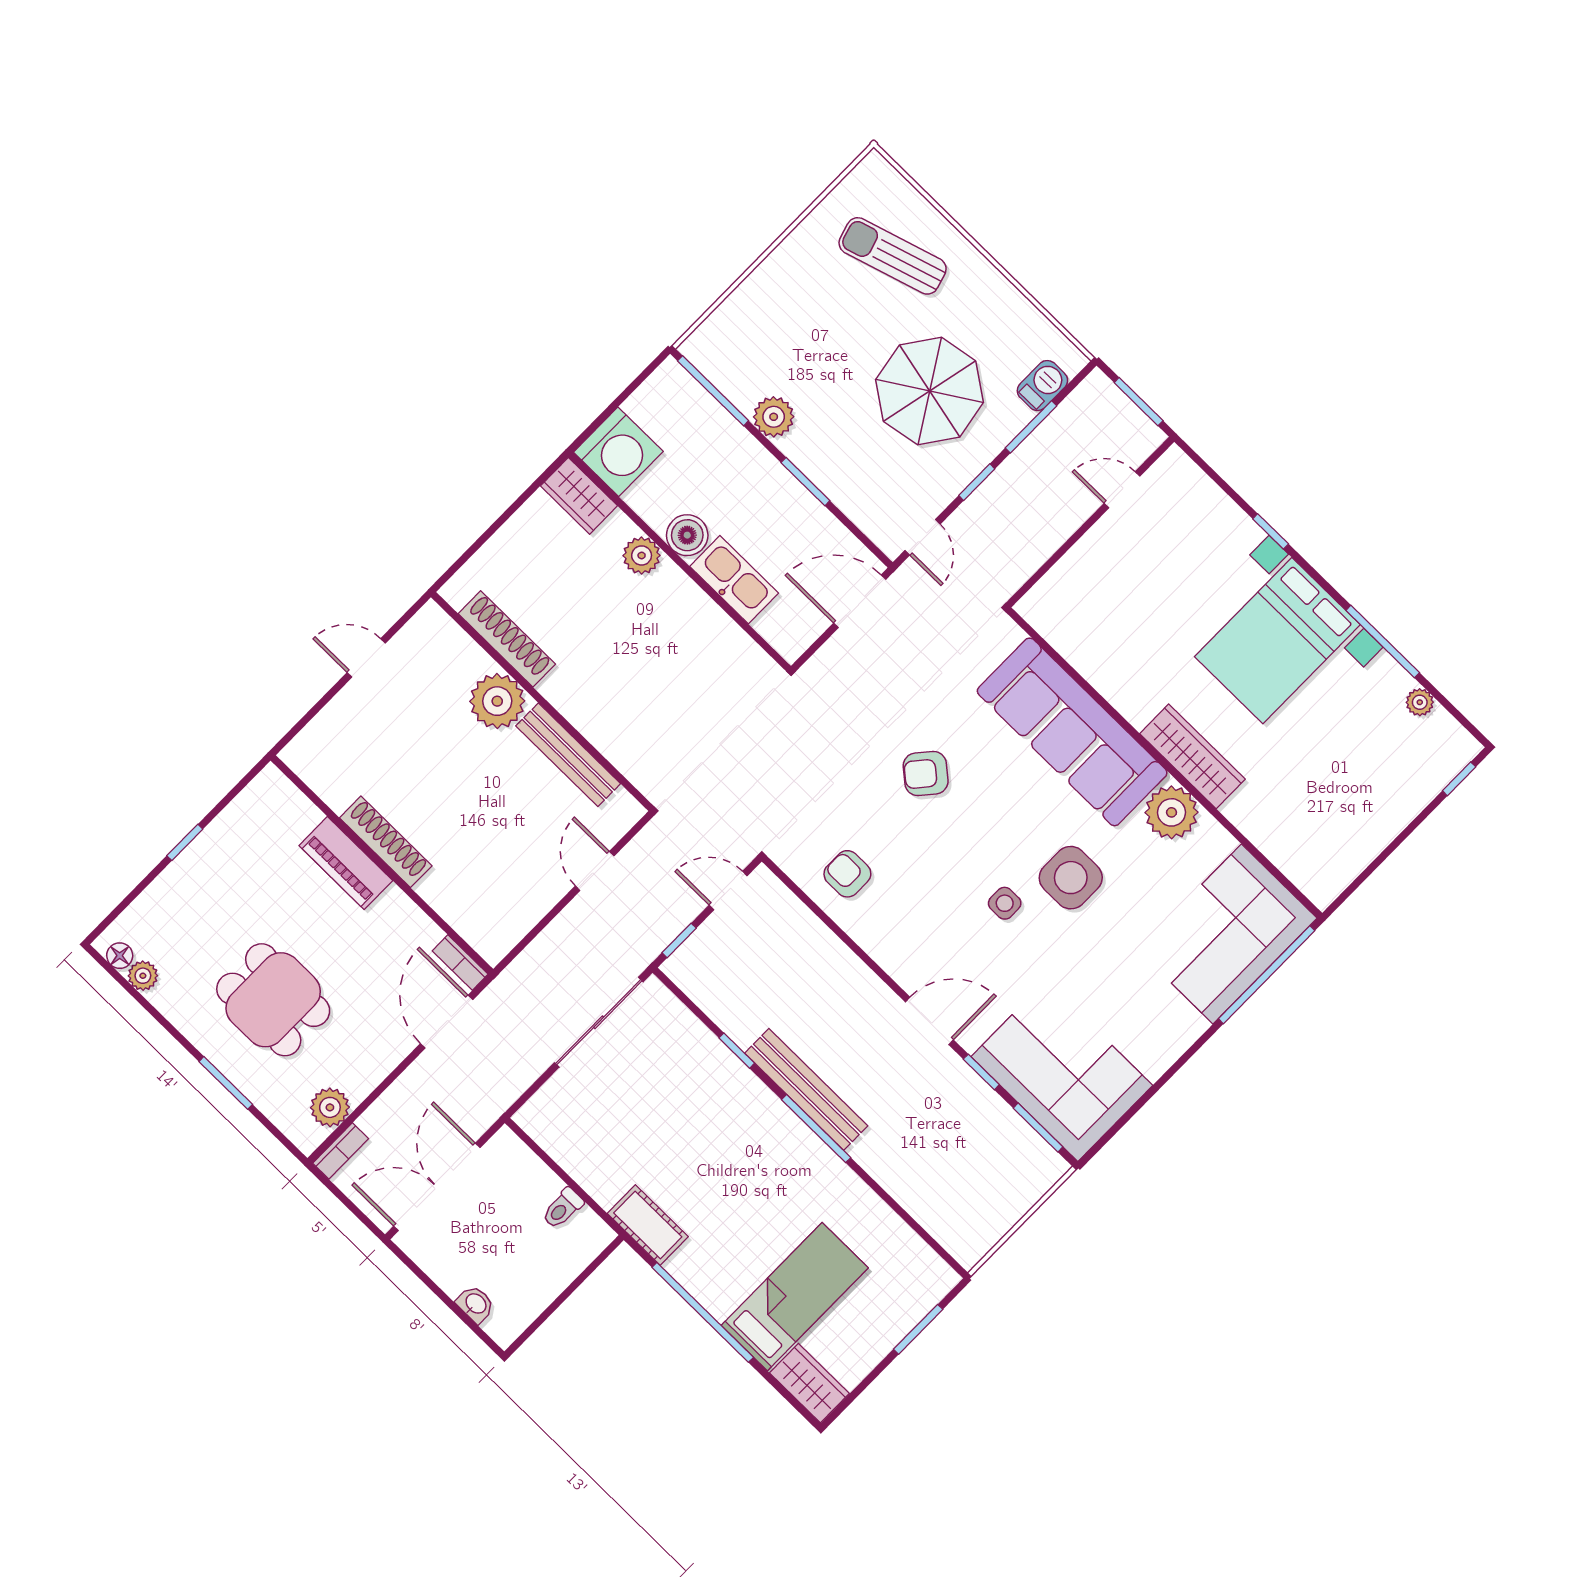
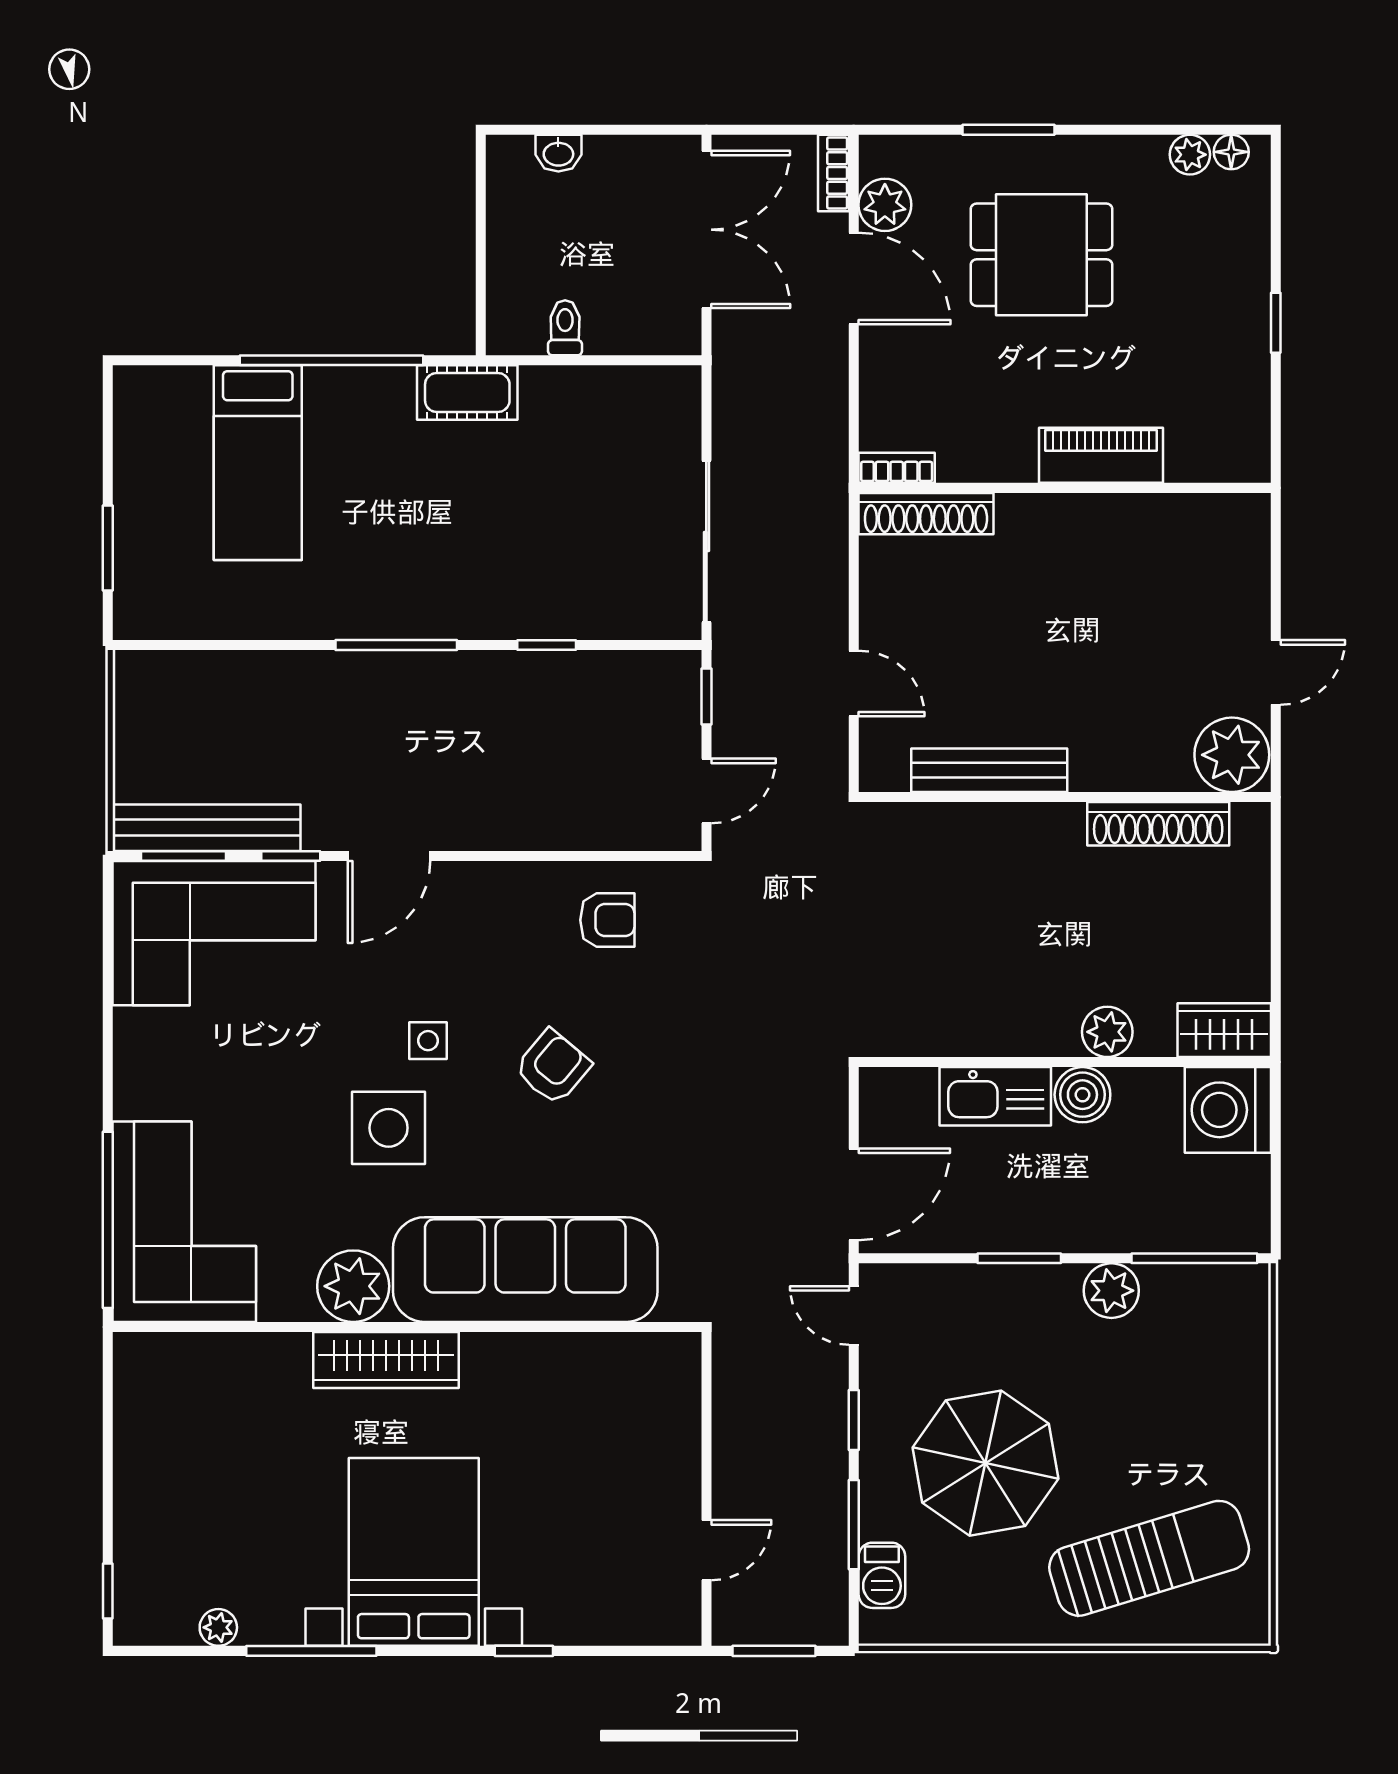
sun lounger: (893, 256) -> (1149, 1558), width x1.36, depth x1.34
plant: (497, 701) -> (1232, 755), moved
armchair: (926, 773) -> (553, 1067), moved
shoe rack: (386, 842) -> (926, 514), moved
door: (447, 1022) -> (854, 278), moved
bench: (806, 1089) -> (207, 828), moved
wardrobe: (809, 1383) -> (162, 393), removed

